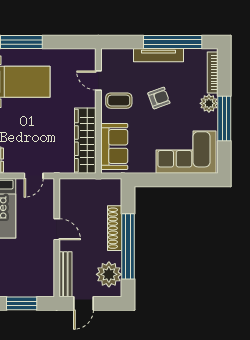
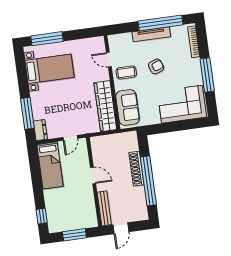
plant: (209, 103) -> (194, 65), removed
plant: (109, 274) -> (137, 204), removed

